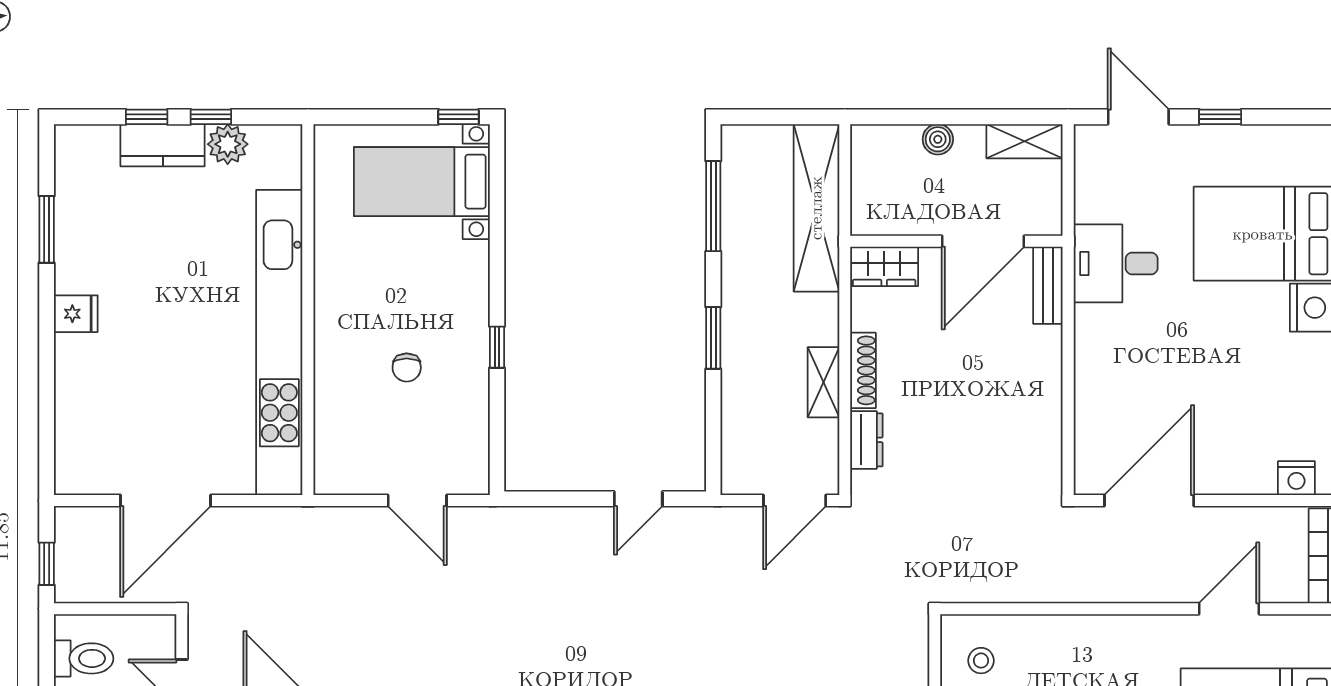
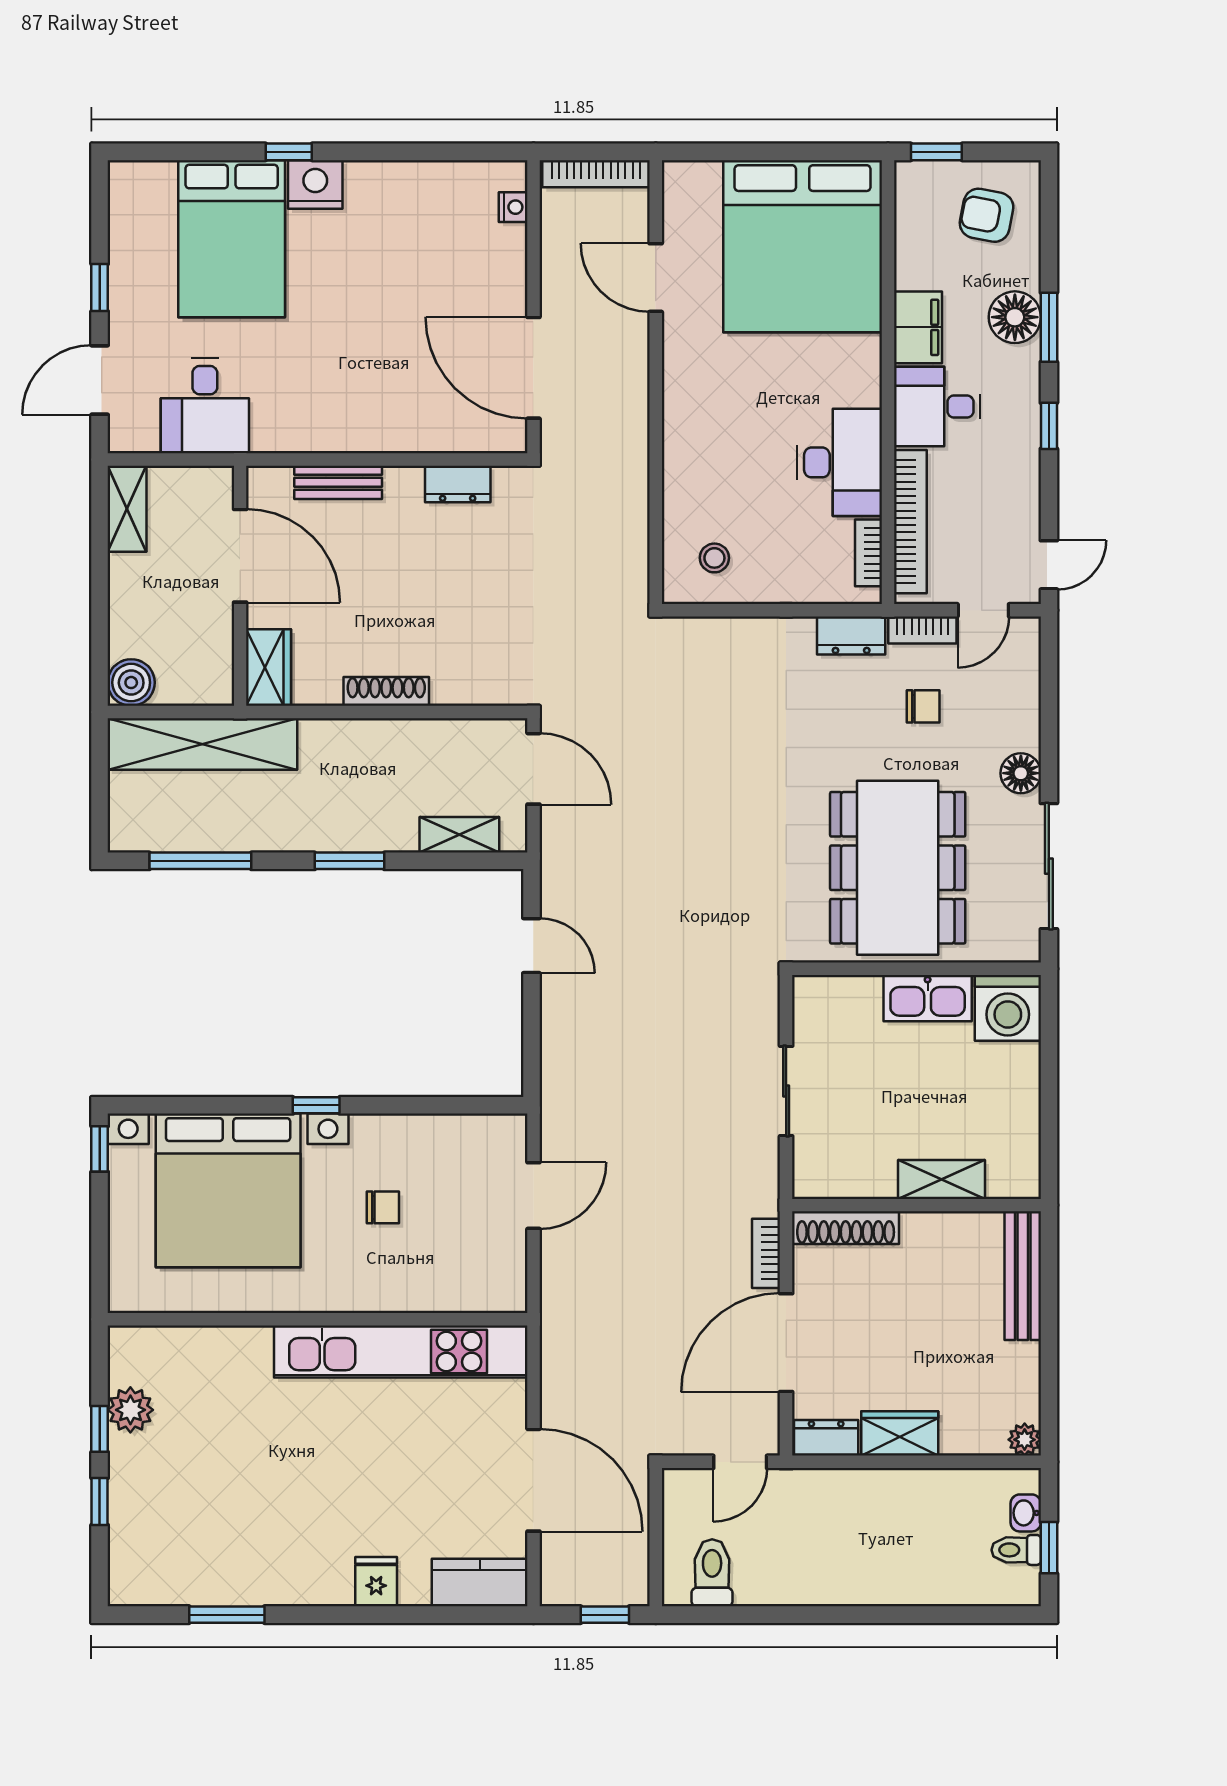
boiler: (938, 139) -> (131, 683), moved, width x1.36, depth x1.36
kitchen counter: (163, 145) -> (480, 1583), moved, turned -90
bed with nightstands: (422, 182) -> (228, 1190), width x1.85
desk: (1116, 263) -> (205, 406), moved
bench: (1048, 285) -> (338, 482), moved
fridge: (76, 314) -> (376, 1582), moved
kitchen unit: (279, 342) -> (401, 1352), width x0.73
window: (497, 347) -> (316, 1105), moved
shelving: (823, 382) -> (459, 835), moved
dresser: (866, 440) -> (458, 484), moved, turned 180
nightstand: (1296, 478) -> (513, 207), width x0.72, depth x0.74

